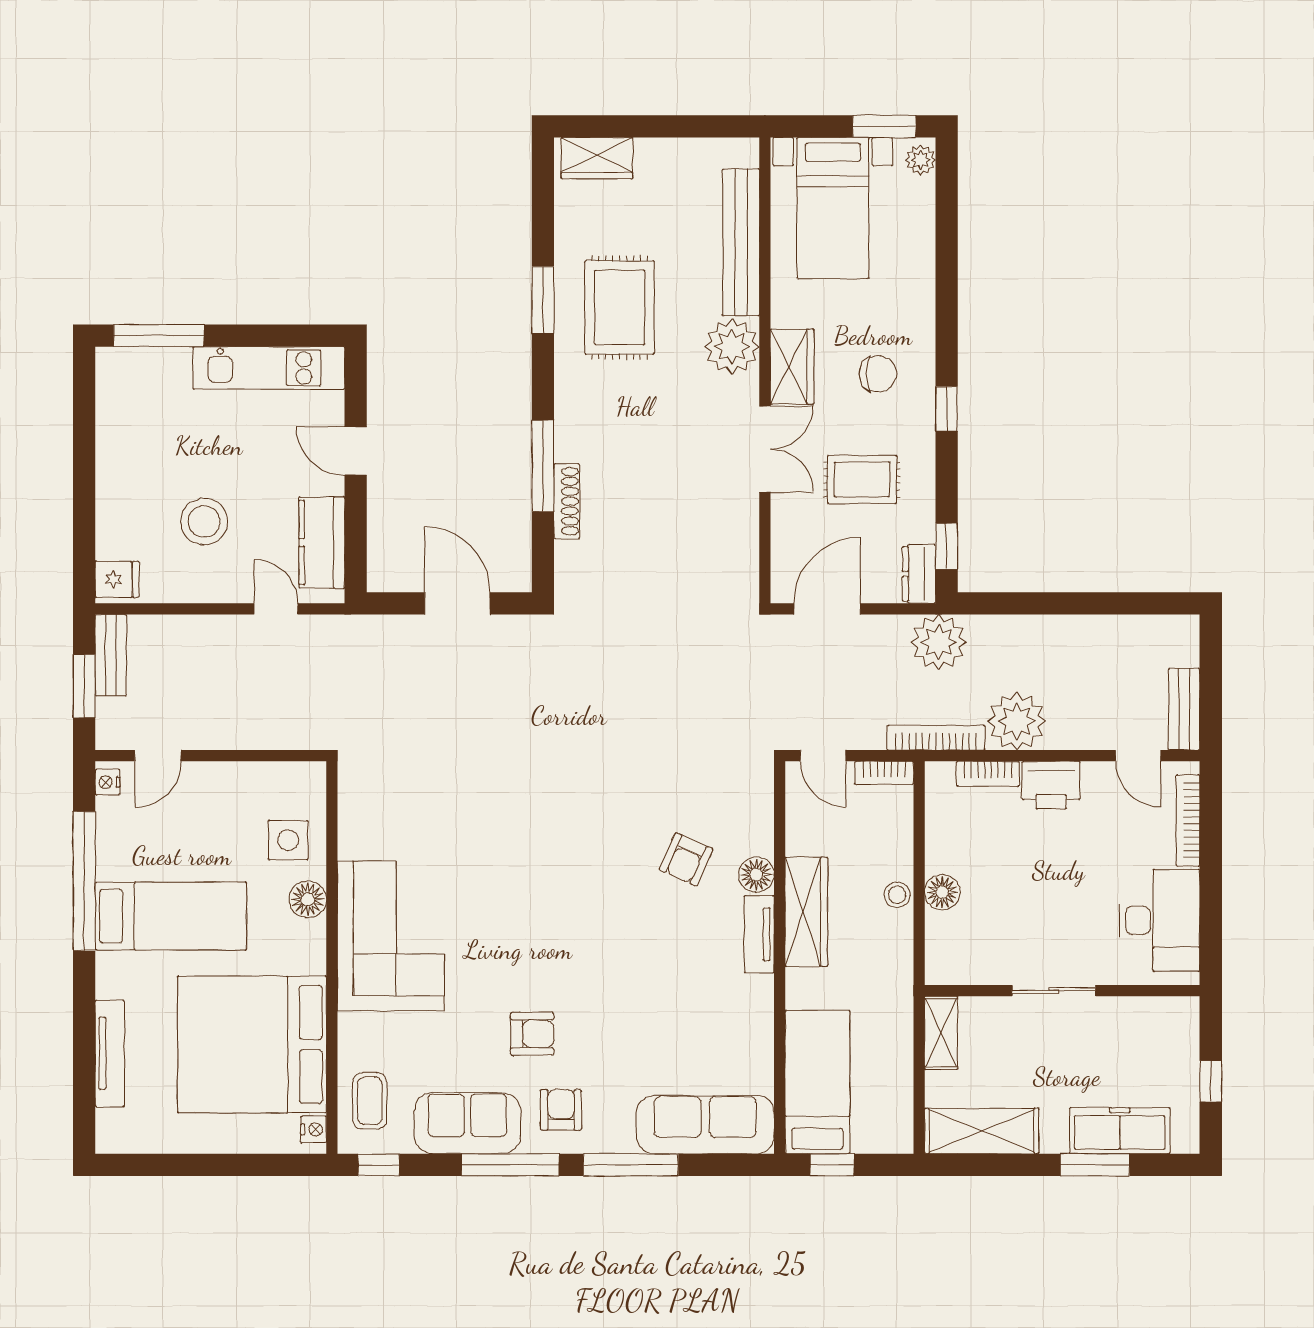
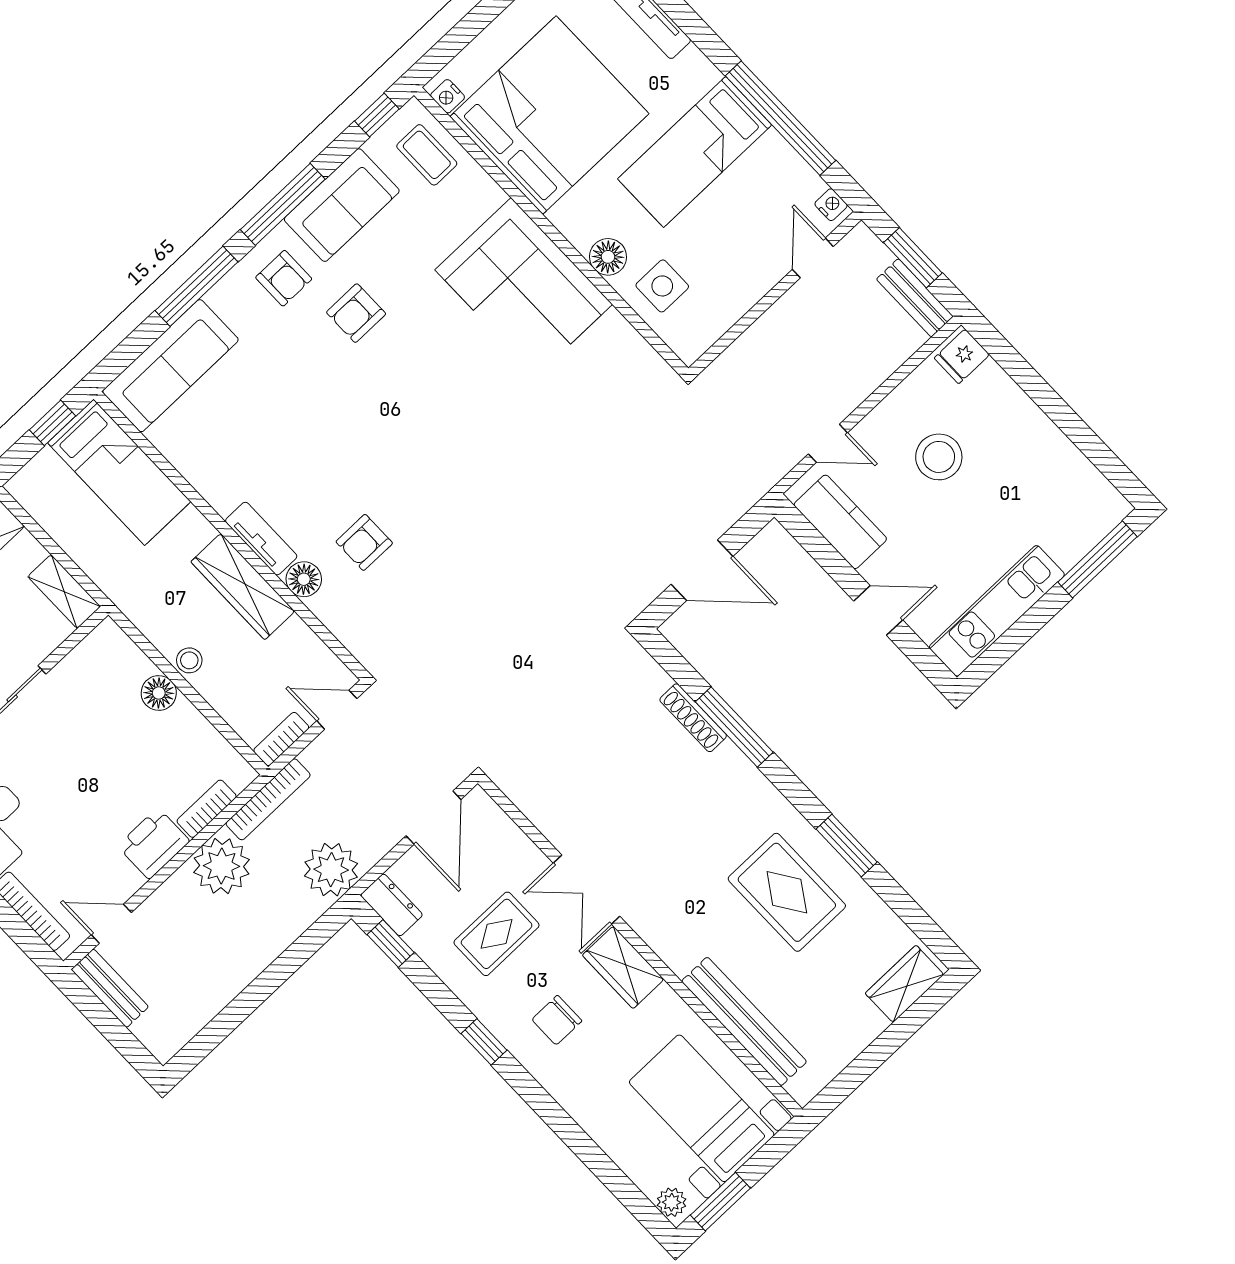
plant: (732, 346) -> (680, 941), removed
armchair: (686, 859) -> (364, 542), turned -114

